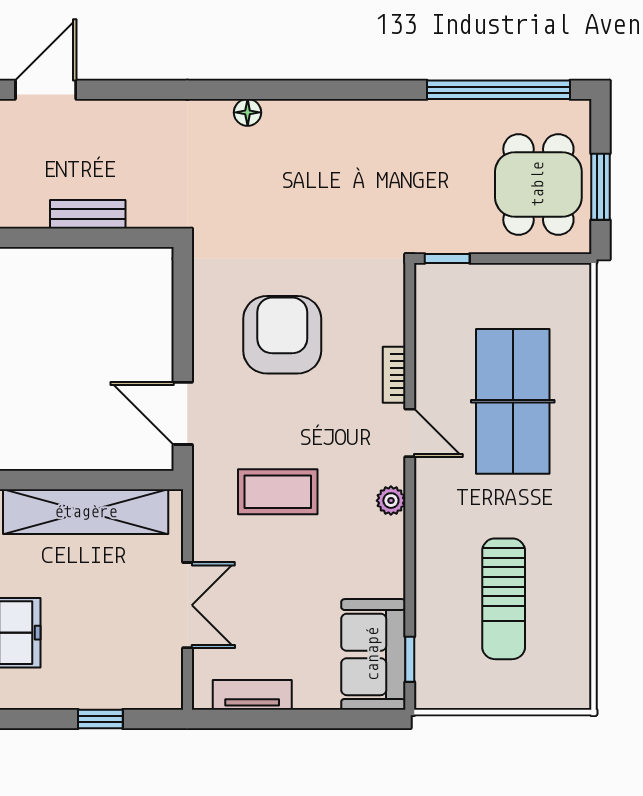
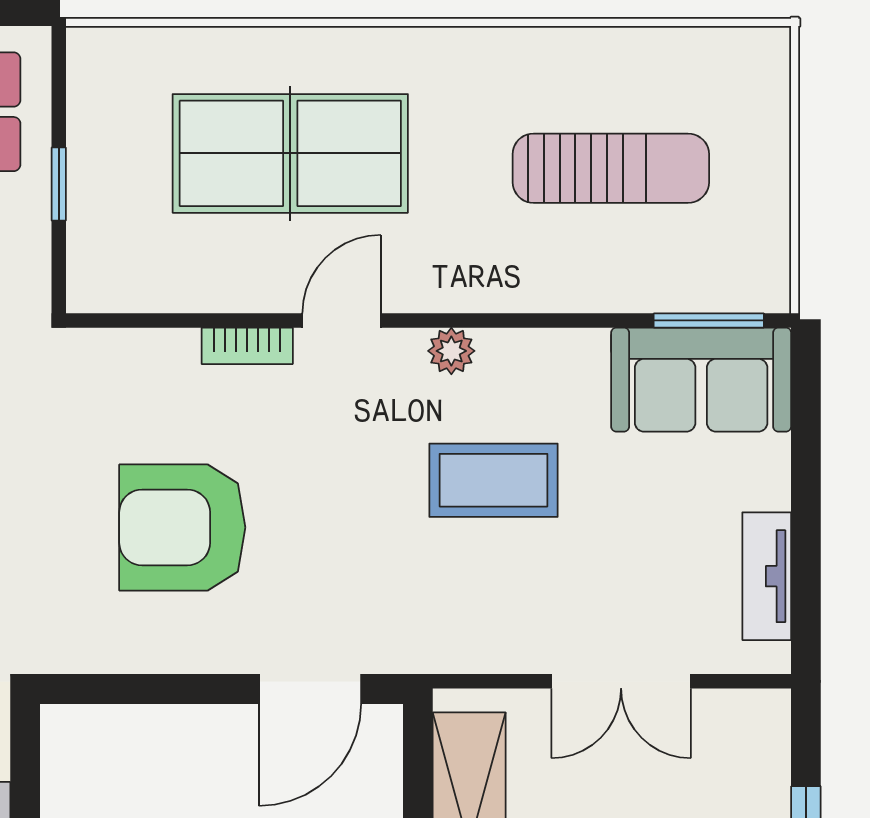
window: (447, 259) -> (59, 184), moved
coffee table: (278, 492) -> (494, 480), moved, turned 90
double door: (187, 605) -> (621, 681), swing flipped
window: (410, 659) -> (709, 320), width x1.50

